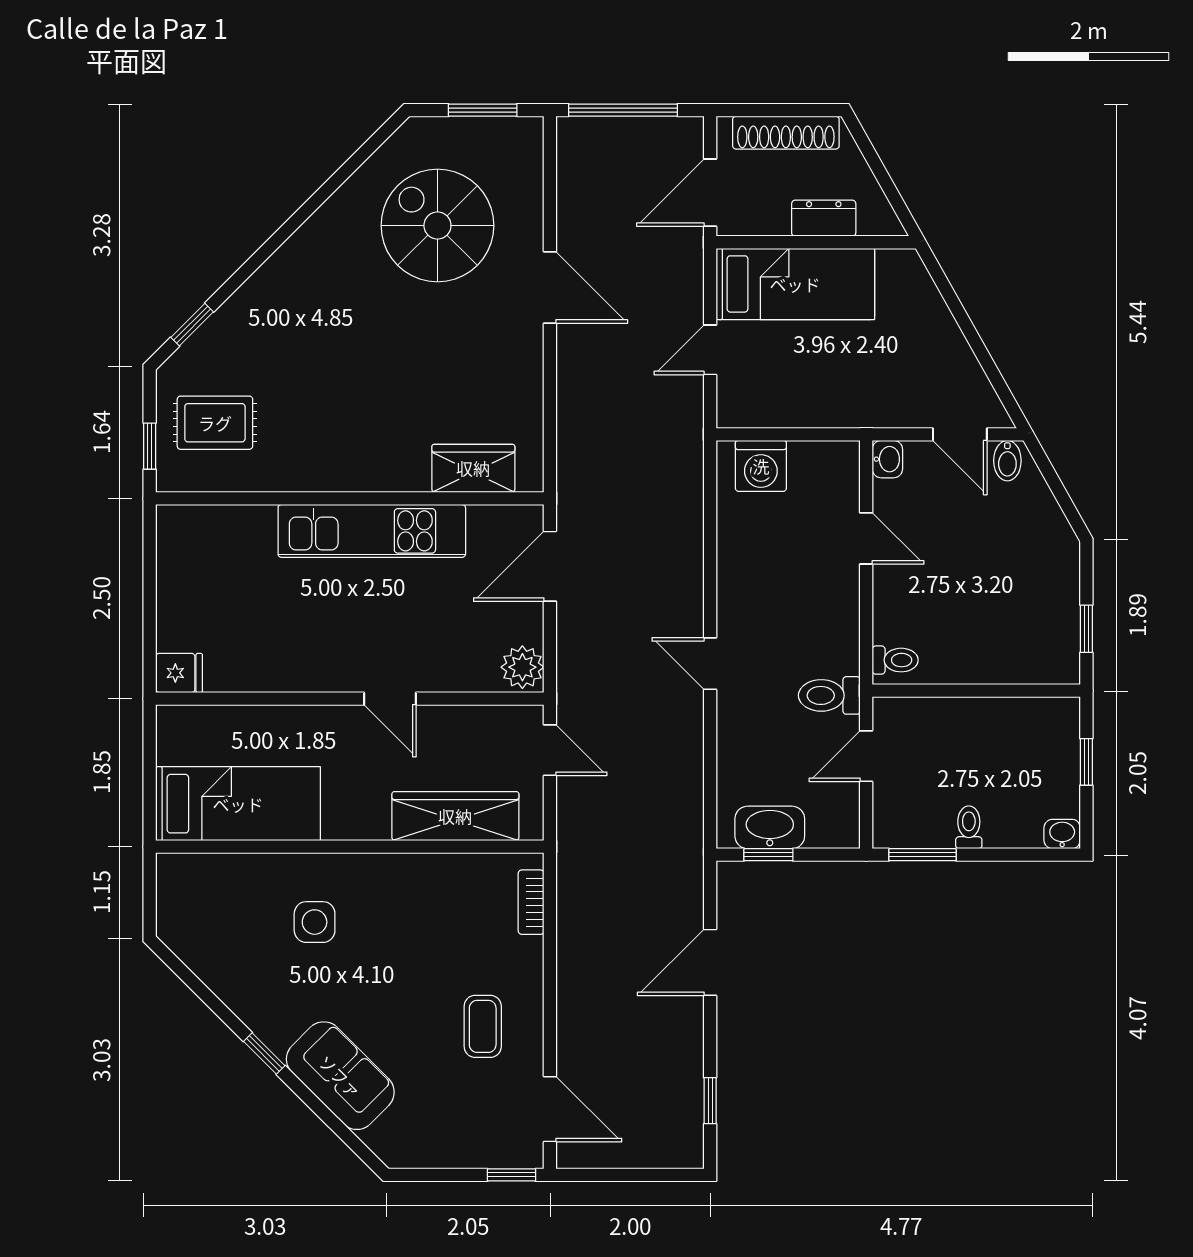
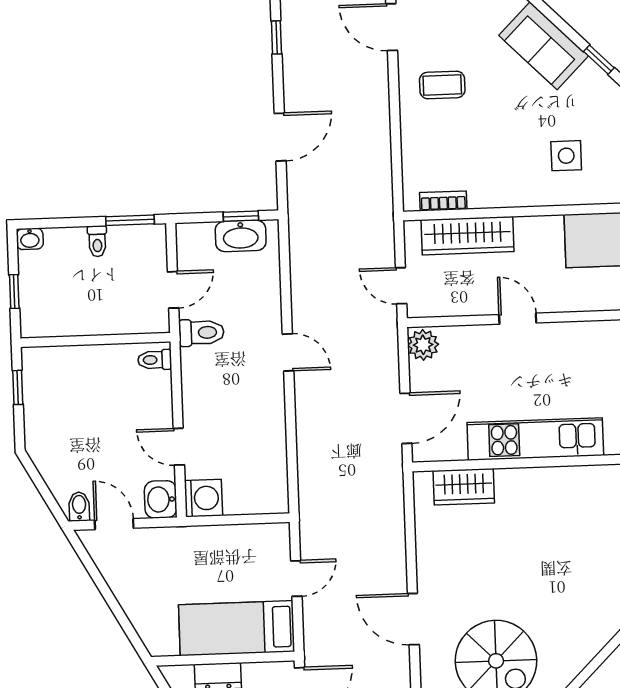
washbasin: (887, 459) -> (161, 499), width x1.38, depth x1.45
washing machine: (761, 466) -> (203, 498), moved, turned 90
bookcase: (531, 902) -> (443, 201), moved, turned -90
coffee table: (483, 1026) -> (442, 85), turned 90

